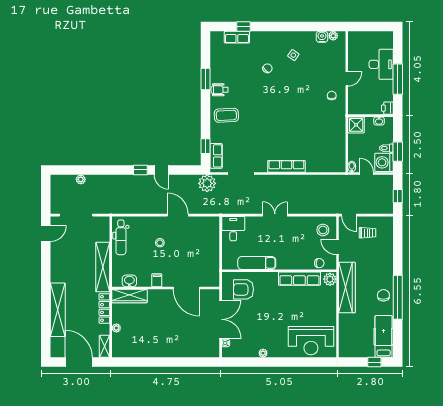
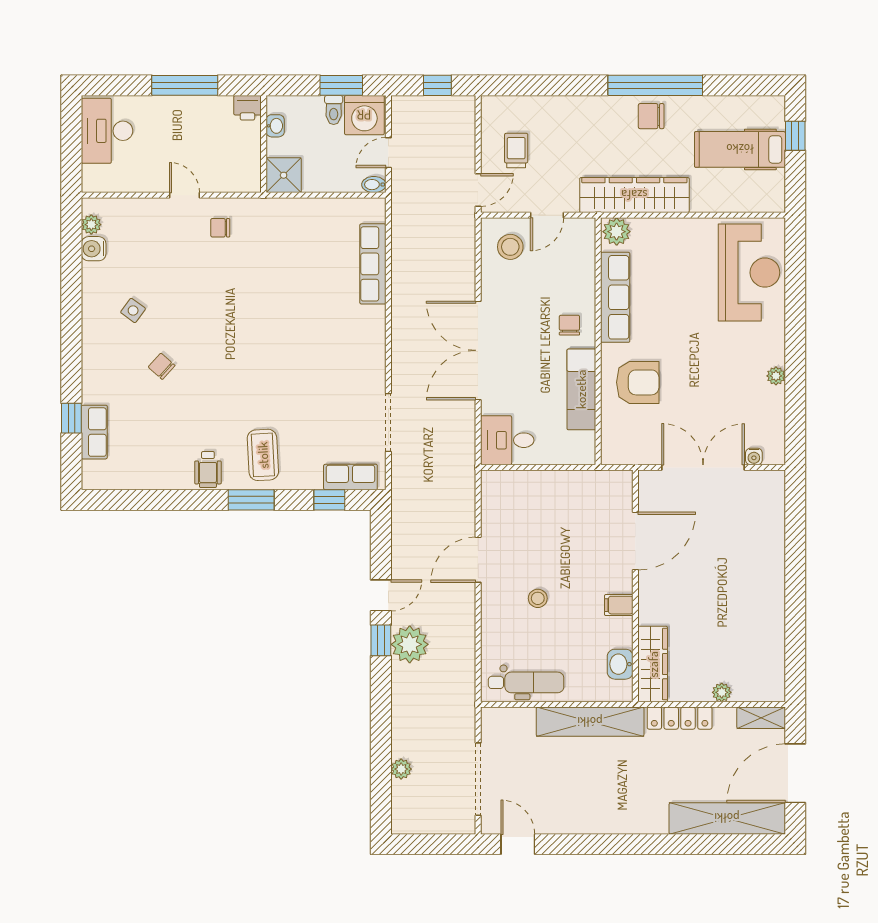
desk: (381, 64) -> (107, 131), moved, turned -90
window: (206, 79) -> (251, 500), moved
row of seats: (286, 166) -> (373, 264), moved
plant: (207, 183) -> (410, 644), moved
double door: (275, 215) -> (478, 350), width x1.87
chair: (319, 263) -> (569, 325), moved
armchair: (243, 289) -> (638, 382), moved, turned -90
shelving: (58, 310) -> (727, 818), moved
hospital bed: (384, 336) -> (740, 149), moved

